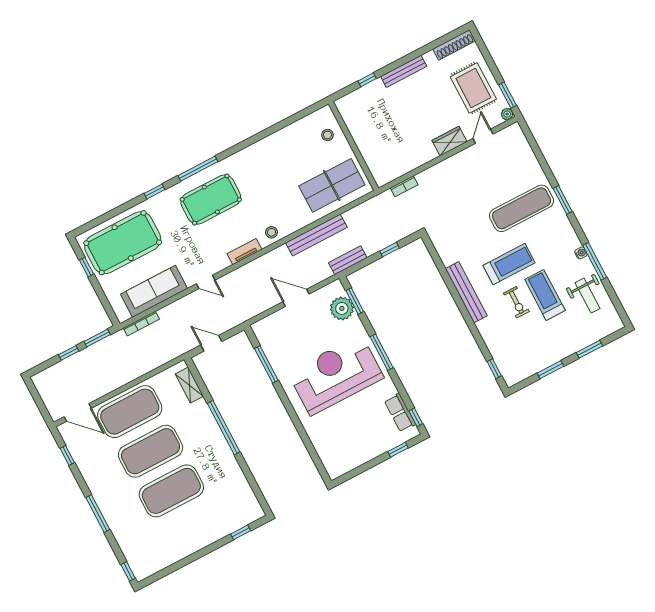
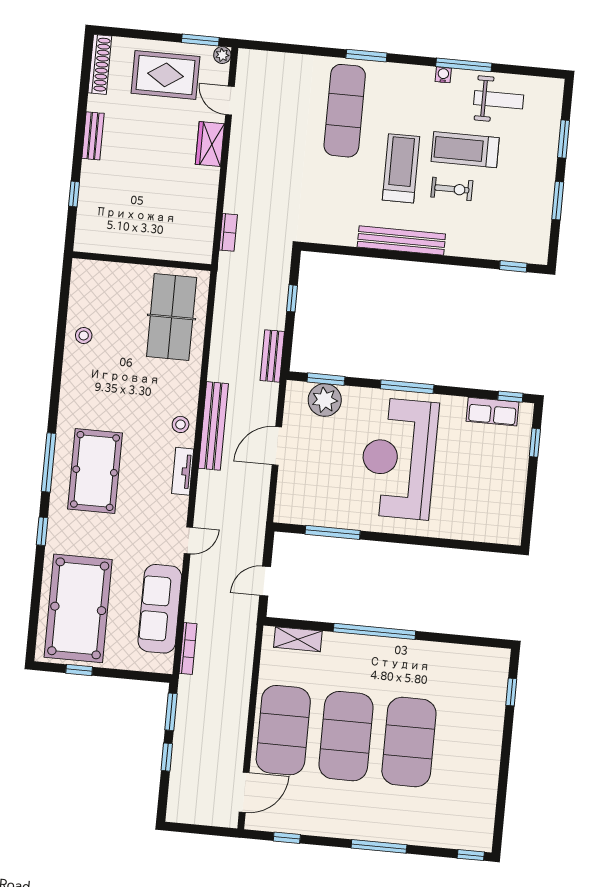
bench: (404, 71) -> (93, 136), width x0.73
stool: (327, 135) -> (84, 335), moved
bench: (316, 235) -> (213, 426), moved

